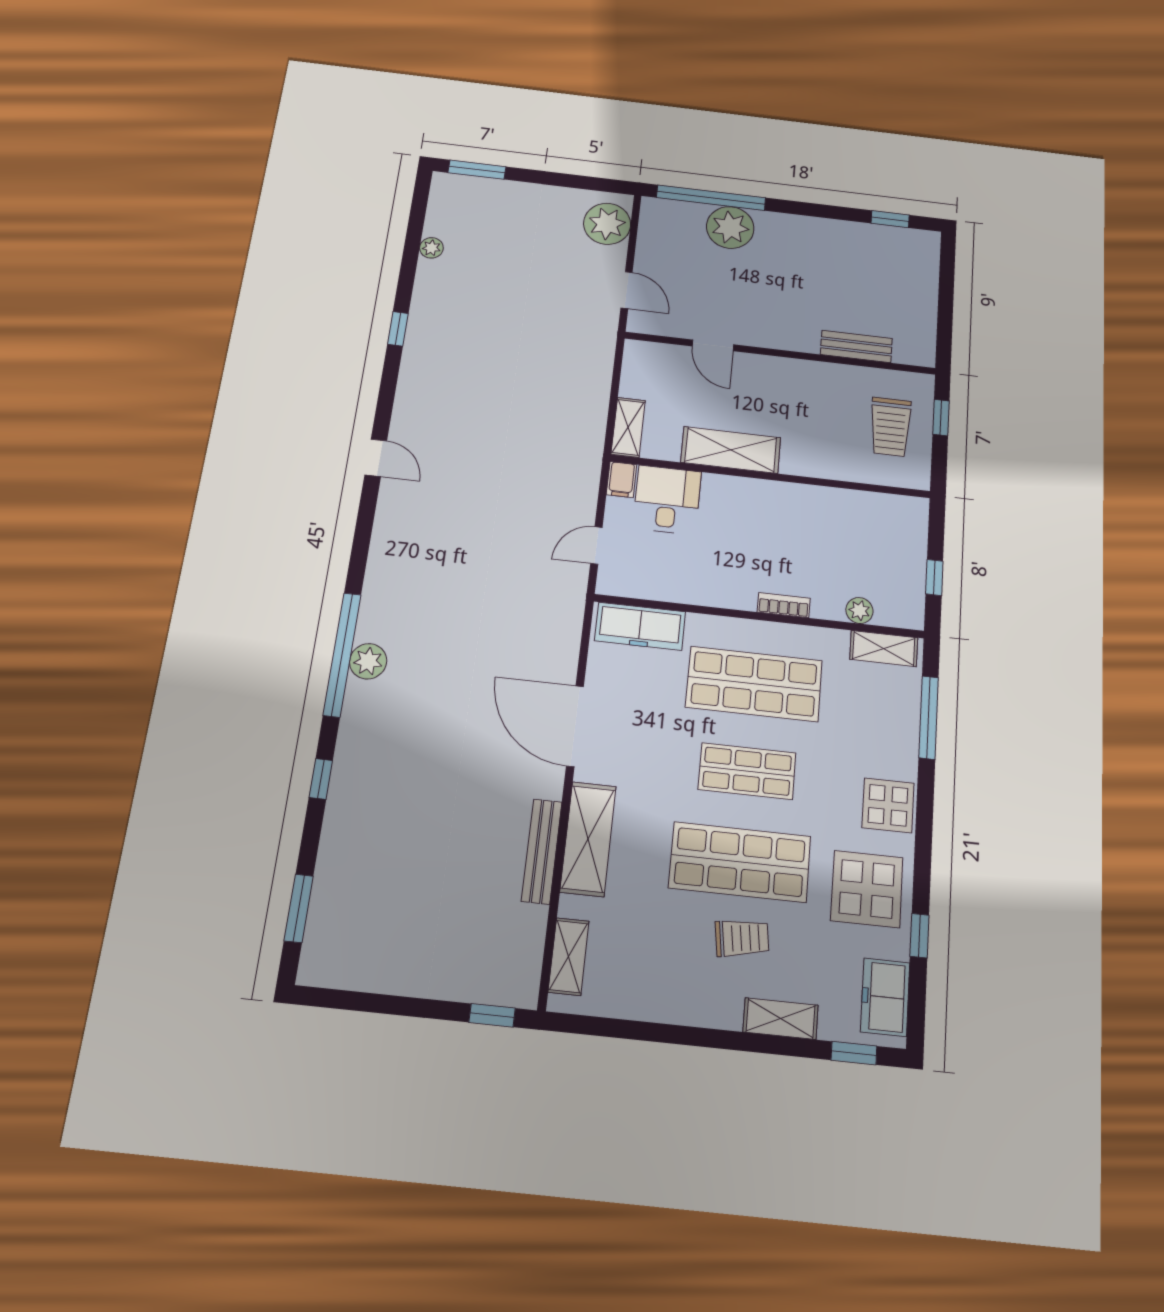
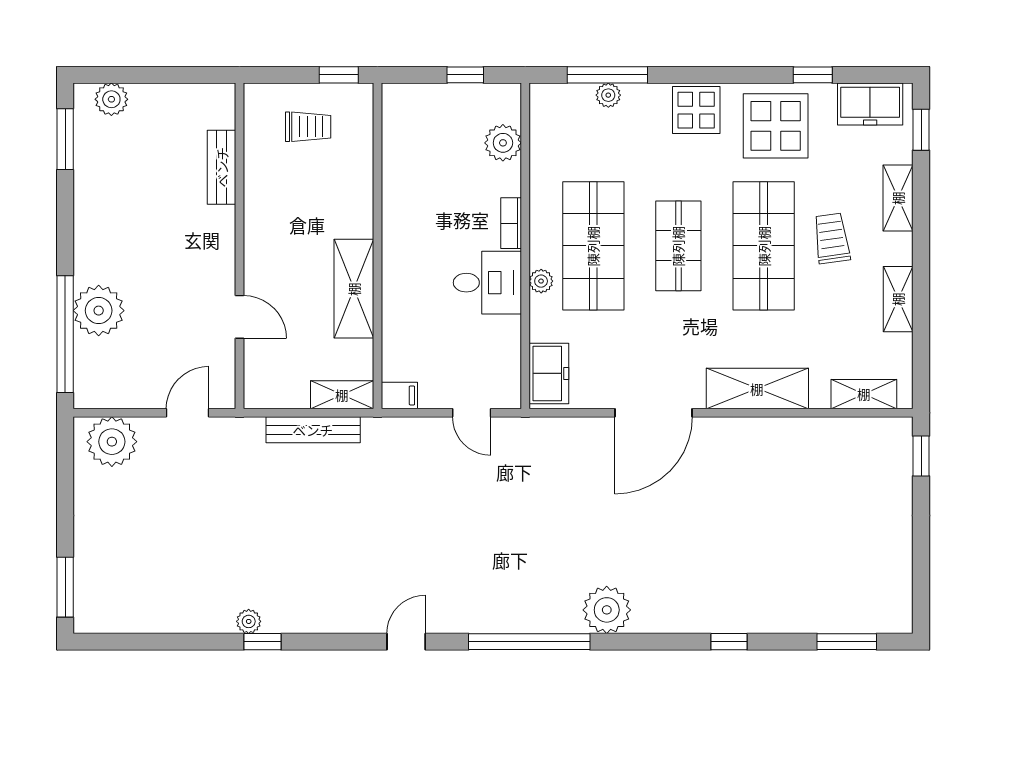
window: (890, 219) -> (65, 139), width x1.50
plant: (431, 248) -> (249, 621), moved
plant: (925, 261) -> (111, 99), added
door: (713, 345) -> (240, 317), hinge flipped
window: (941, 417) -> (339, 75), moved
trolley: (890, 427) -> (308, 127), width x0.73, depth x0.72
desk: (667, 500) -> (487, 283), moved, turned 180
plant: (859, 611) -> (503, 143), width x1.38, depth x1.38
freezer: (640, 626) -> (549, 373), width x0.71
plant: (723, 628) -> (541, 281), added
shelving: (884, 649) -> (898, 299), moved
window: (342, 654) -> (529, 642), moved
plant: (368, 661) -> (607, 610), width x1.36, depth x1.36
plant: (908, 716) -> (608, 95), added
bench: (542, 851) -> (313, 430), moved

